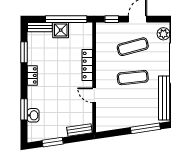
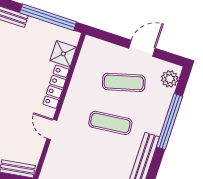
window: (112, 19) -> (108, 37), removed
shower: (61, 30) -> (63, 54), moved

